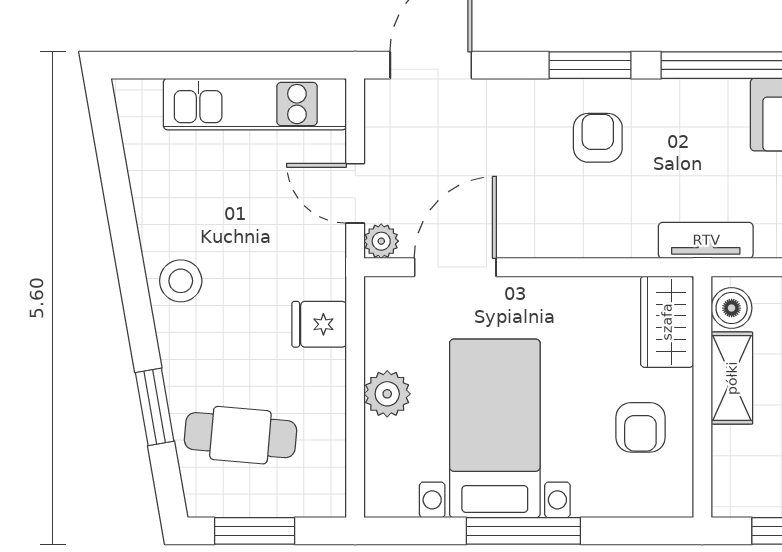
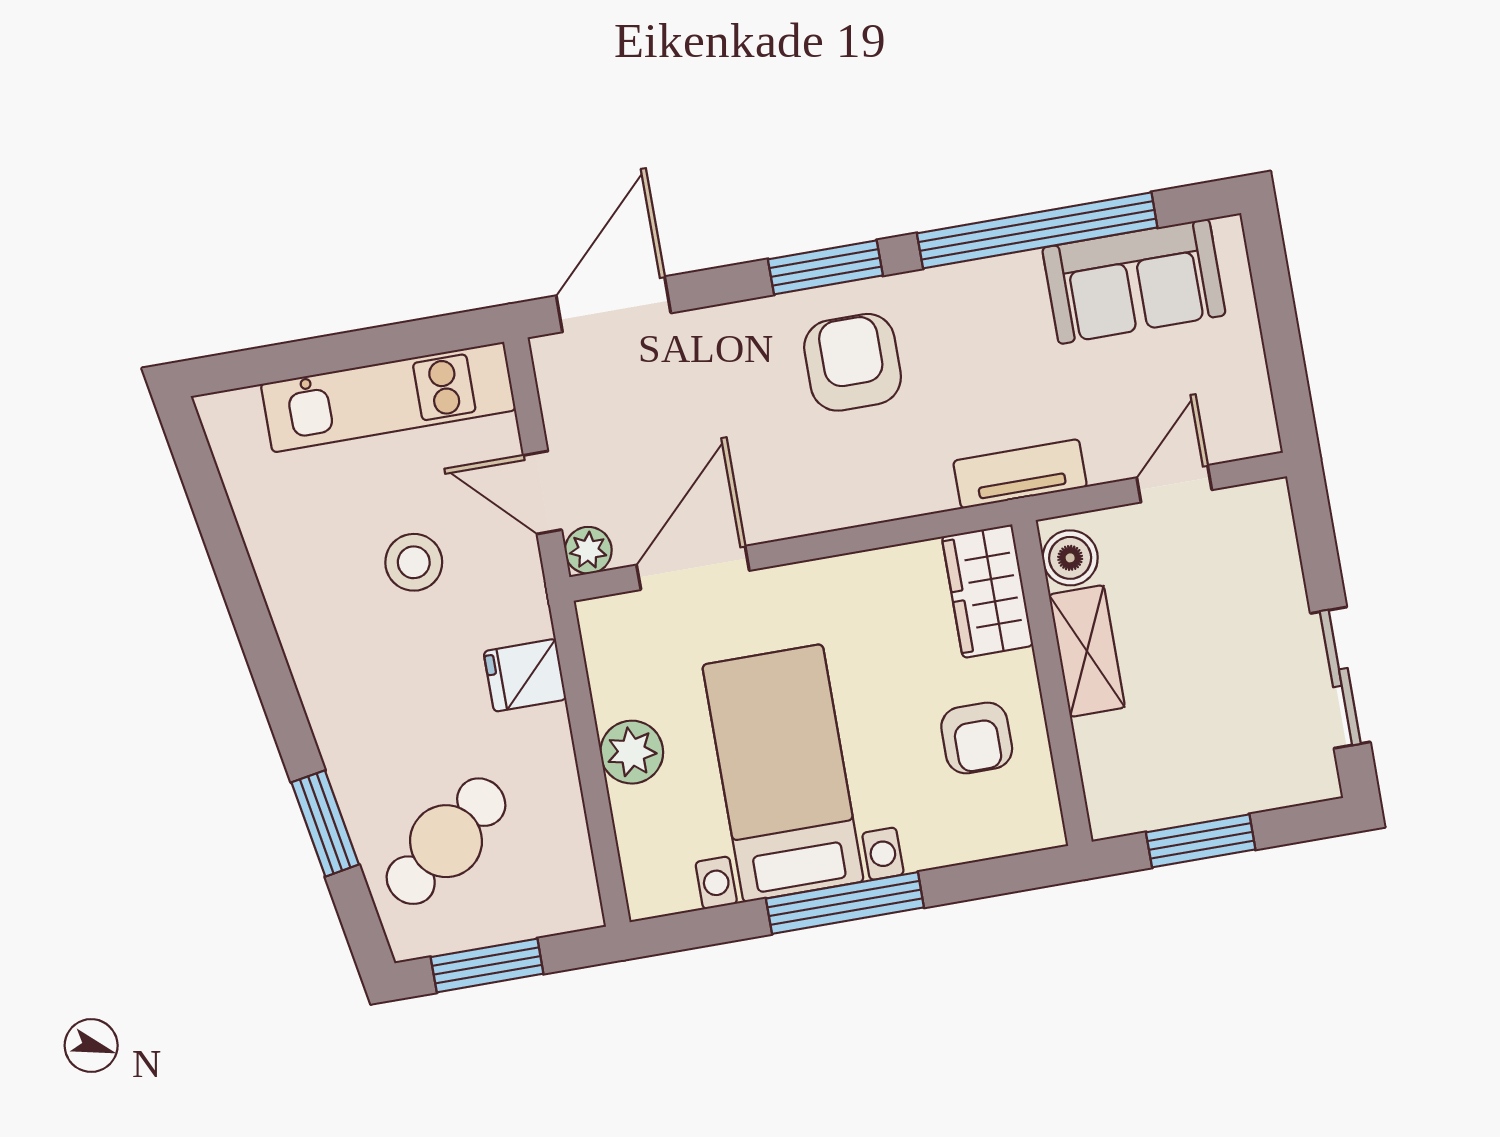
armchair: (598, 138) -> (853, 362), width x1.38, depth x1.38
stool: (181, 281) -> (414, 562), moved
cafe table: (240, 435) -> (446, 841), turned -43

